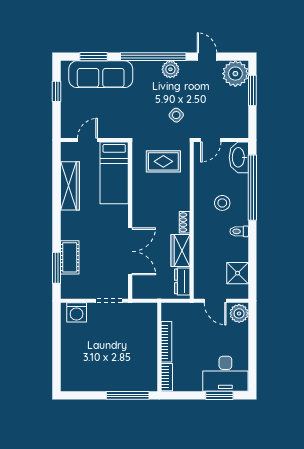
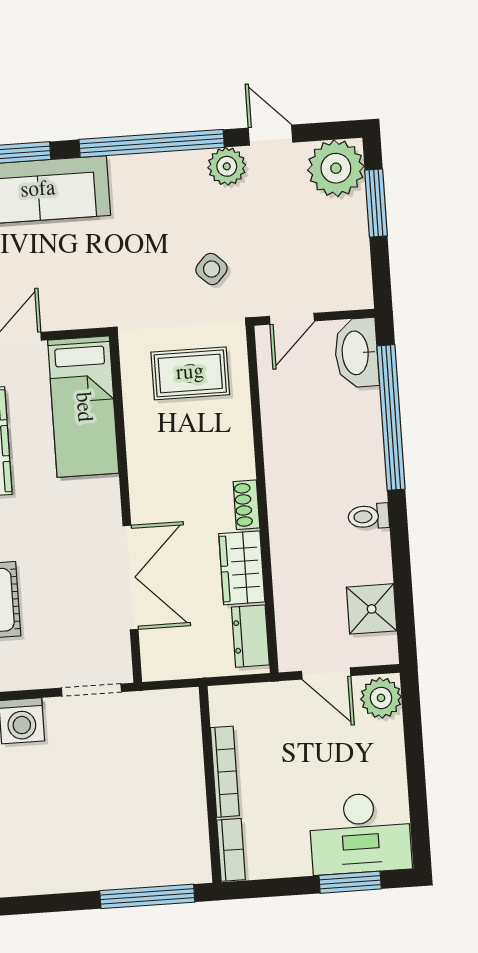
plant: (170, 69) -> (227, 166), moved
stool: (222, 203) -> (327, 456), removed

